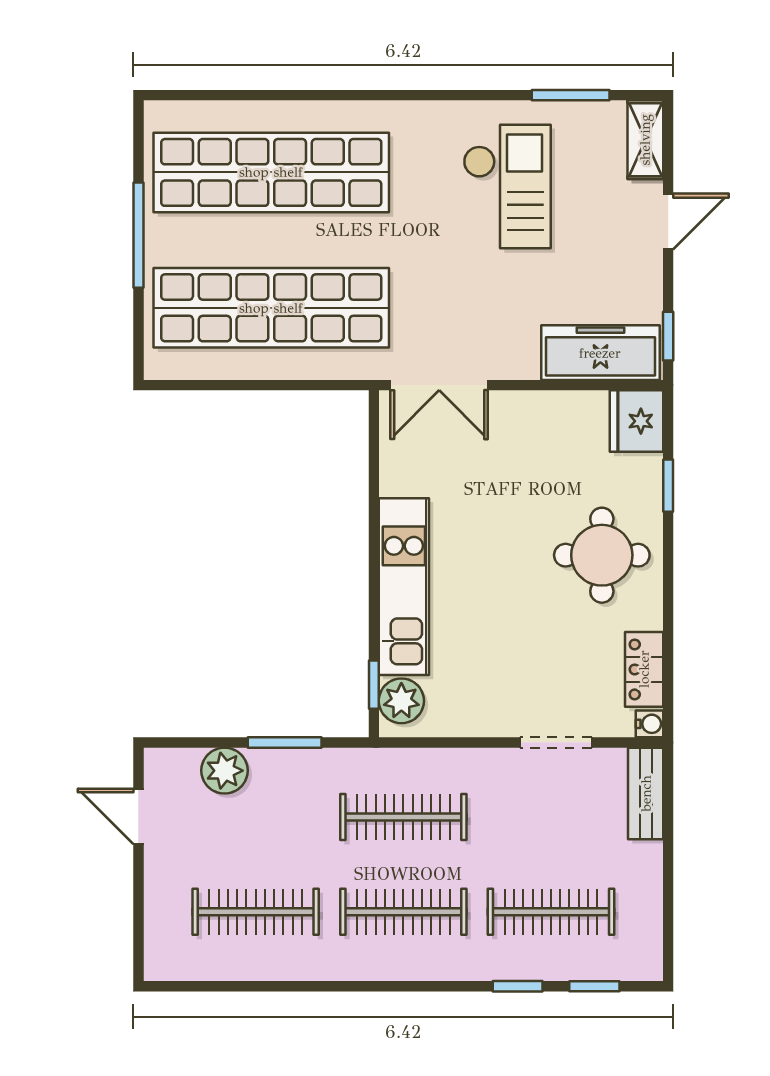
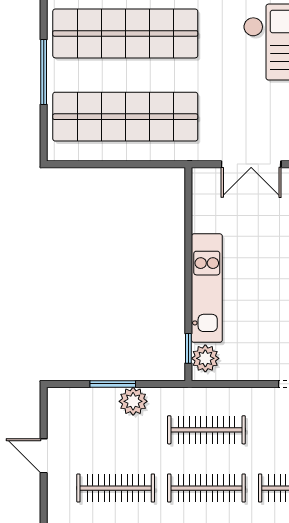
double door: (439, 385) -> (251, 164), moved
window: (285, 742) -> (113, 384), moved
plant: (225, 771) -> (133, 401), moved
door: (138, 816) -> (44, 456), moved

